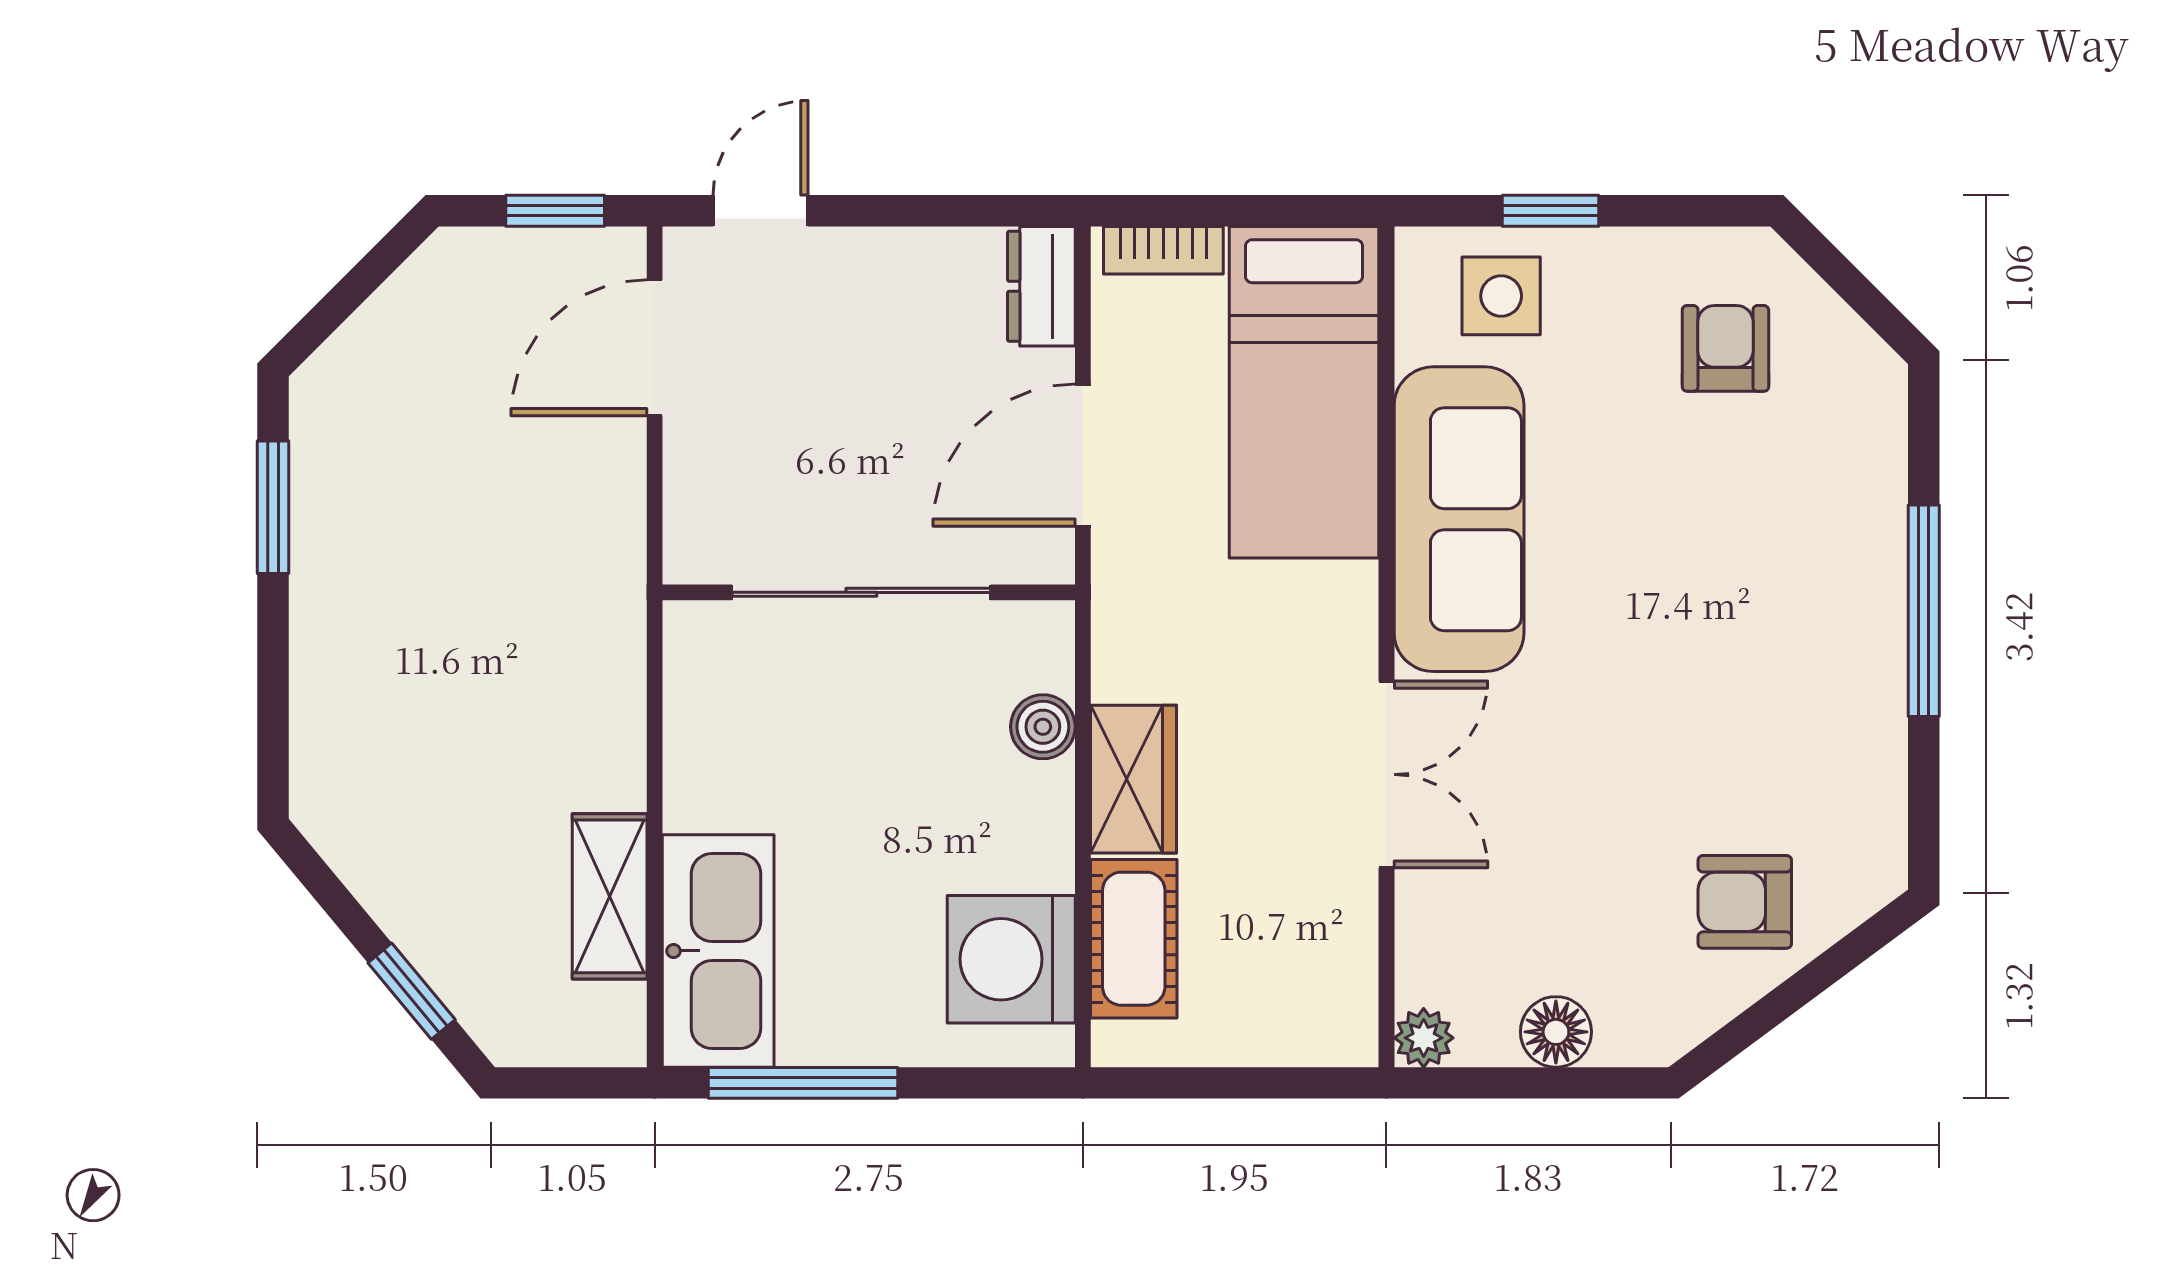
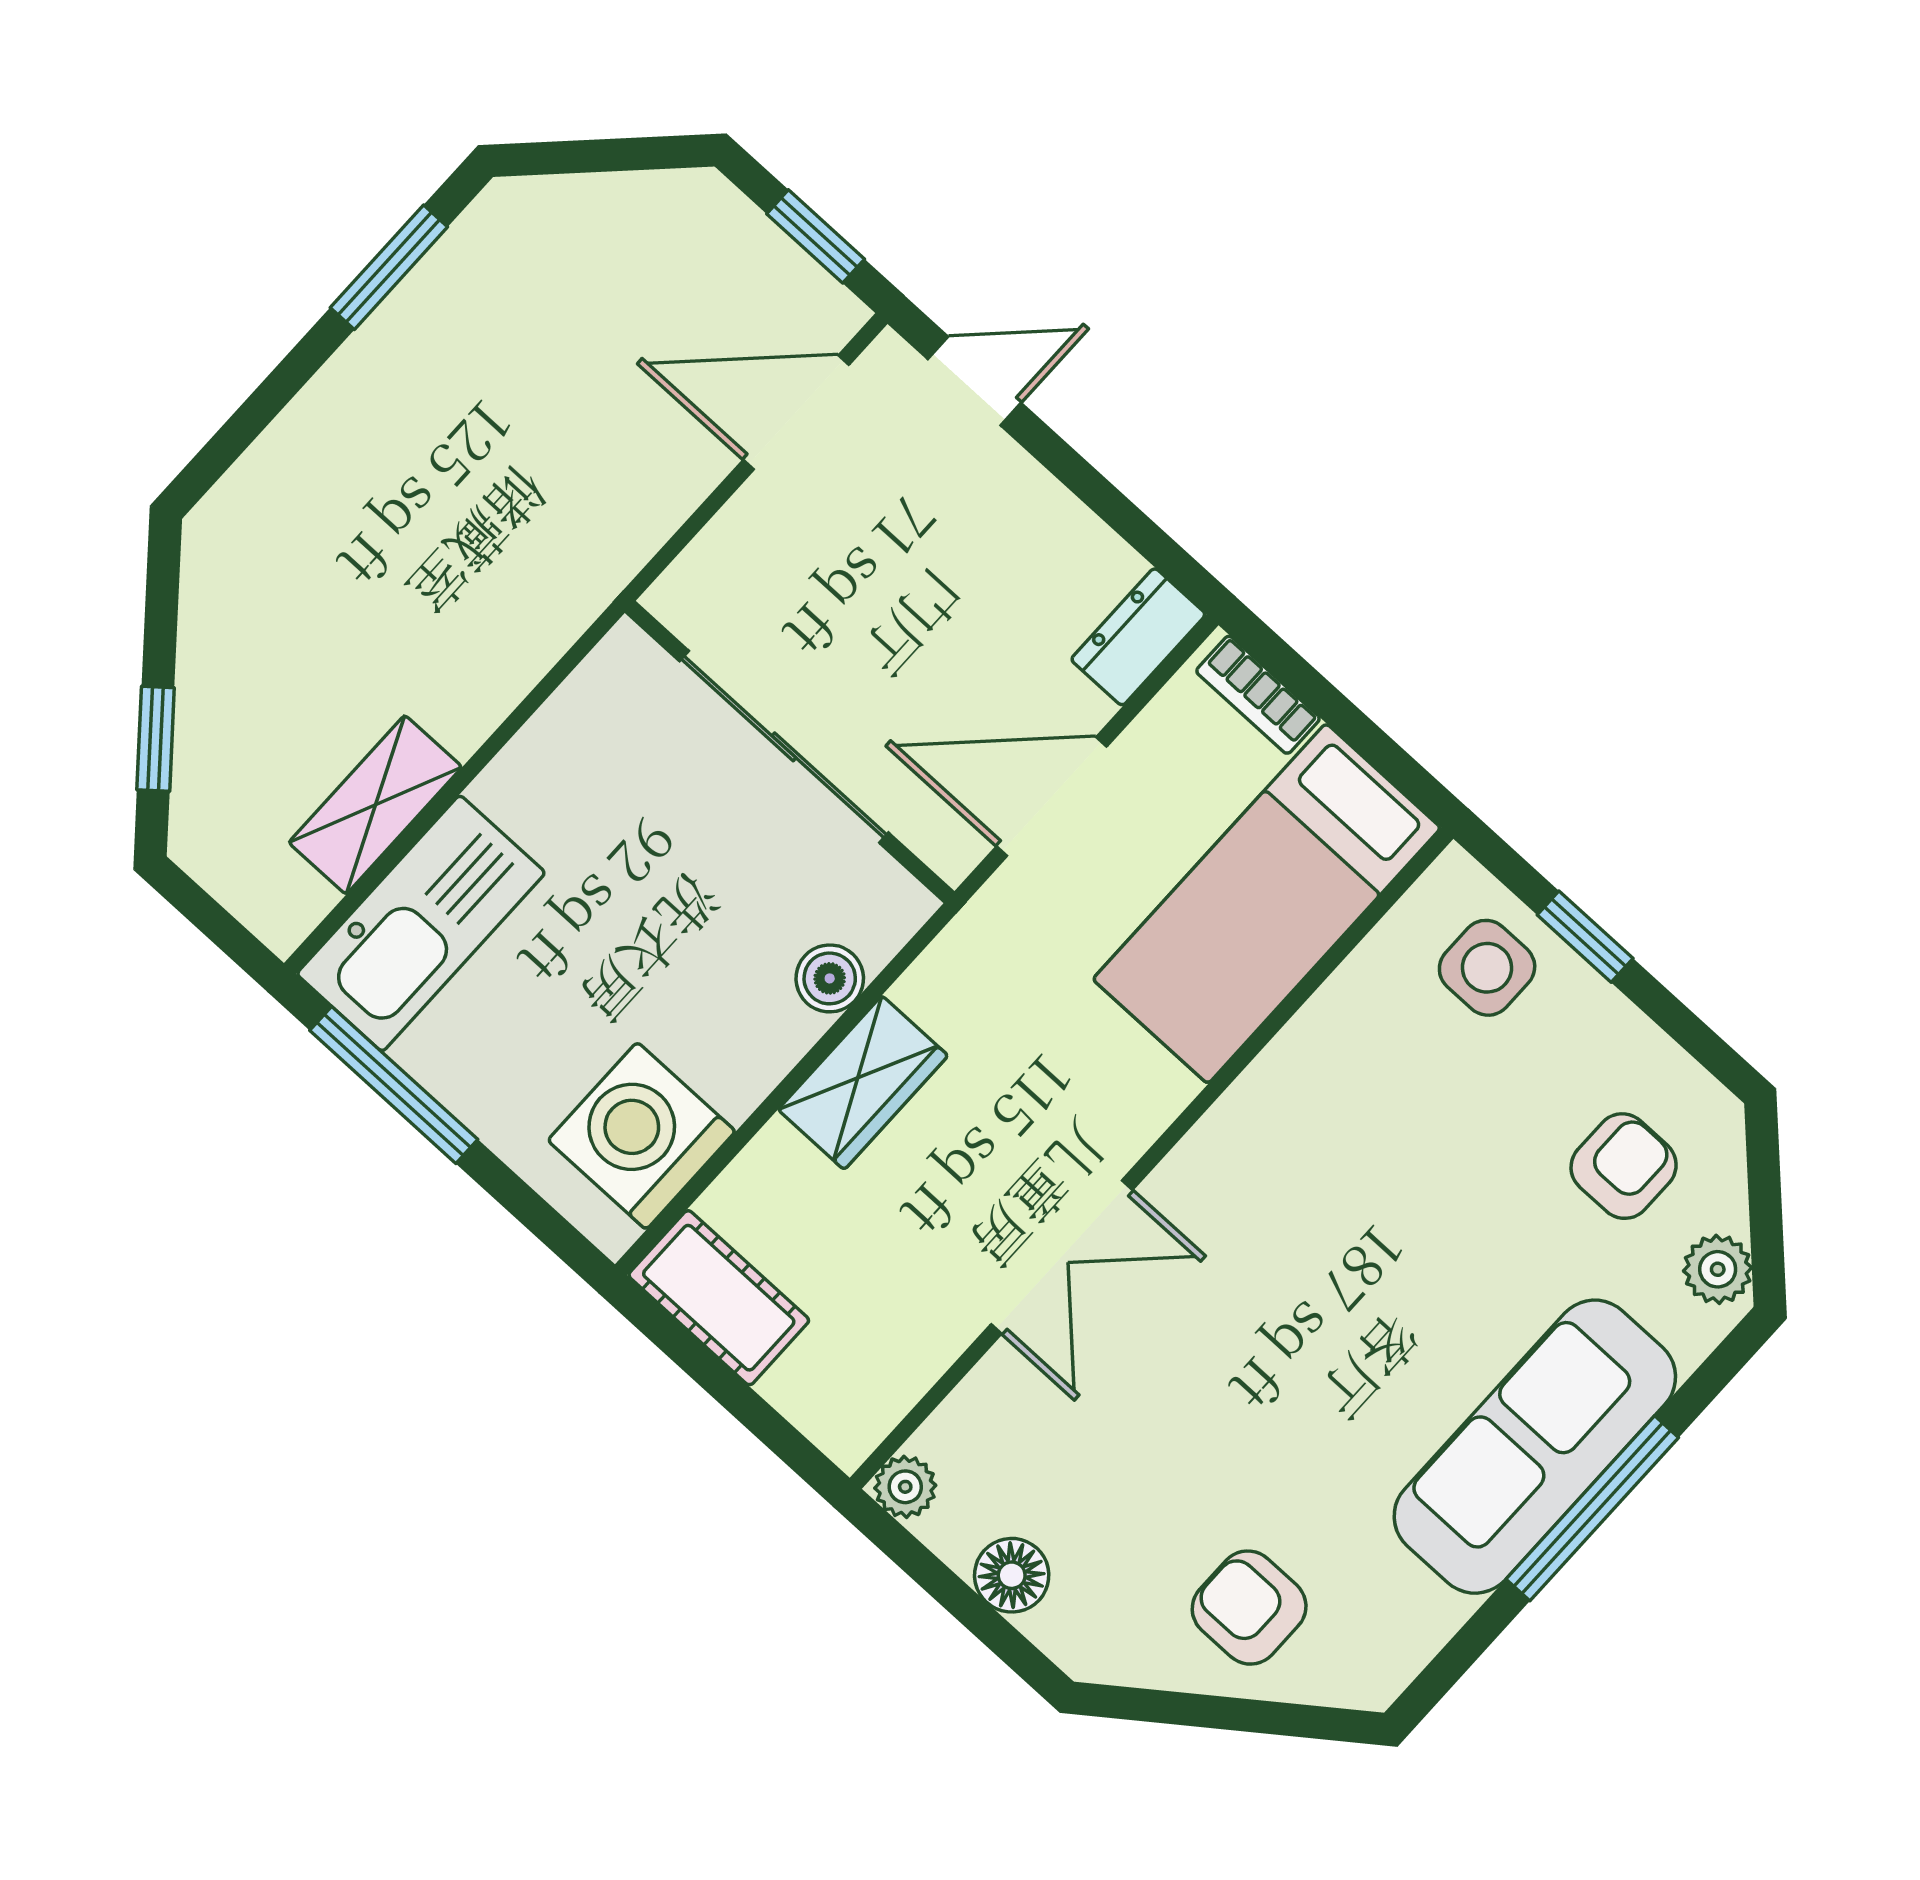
plant: (1859, 361) -> (1718, 1269), added
sofa: (1459, 519) -> (1535, 1447), moved, turned 180
cot: (1134, 939) -> (719, 1298), moved, turned 90

